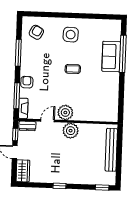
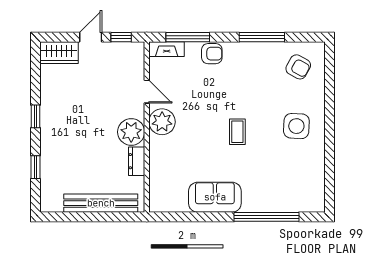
sofa: (111, 57) -> (215, 197), moved
dresser: (27, 126) -> (137, 161), moved
window: (102, 187) -> (35, 167), moved

